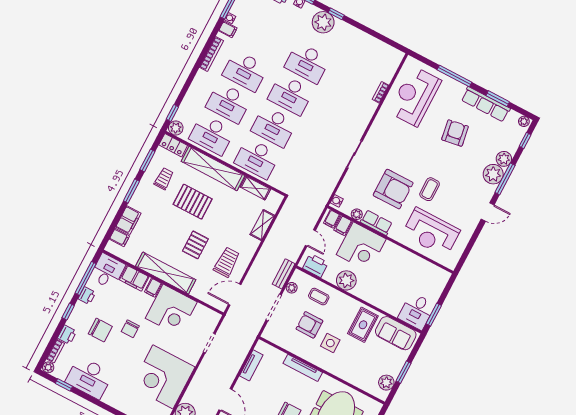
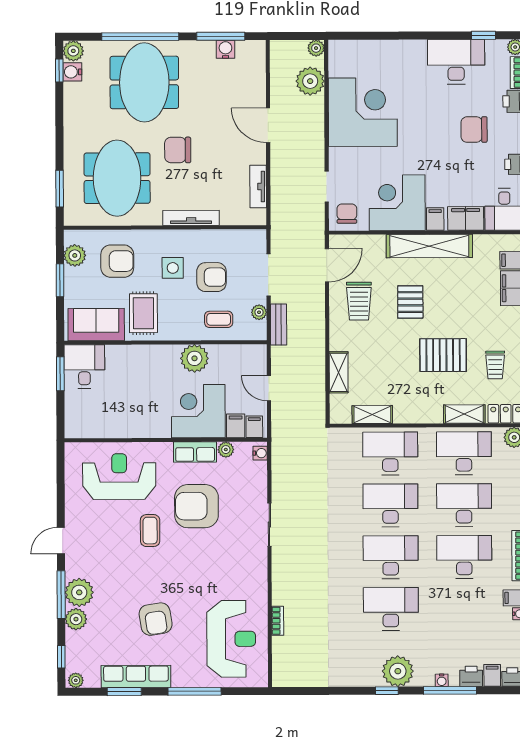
shelving: (213, 168) -> (464, 414), width x0.45, depth x0.75
printer: (315, 266) -> (244, 356), removed
chair: (130, 329) -> (347, 214), moved
armchair: (362, 365) -> (117, 261), added

